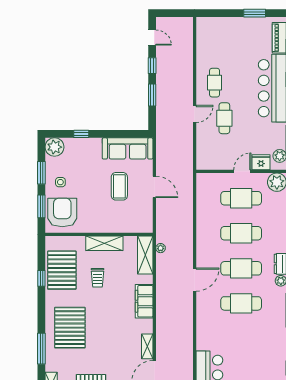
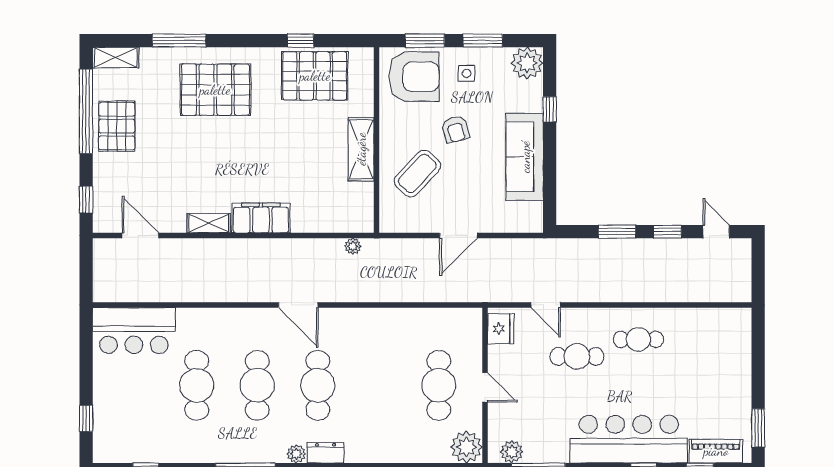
window: (255, 13) -> (758, 428), moved
door: (152, 38) -> (716, 232), swing flipped
door: (195, 114) -> (546, 305), moved
sofa: (128, 148) -> (525, 157), moved
fridge: (261, 162) -> (501, 329), moved
coffee table: (119, 186) -> (417, 173), moved, turned -47
armchair: (93, 189) -> (455, 129), added
cafe table: (241, 233) -> (197, 385), moved
shelving: (145, 255) -> (341, 220), removed
trolley: (97, 278) -> (302, 137), removed
shelving: (147, 346) -> (209, 223), moved

